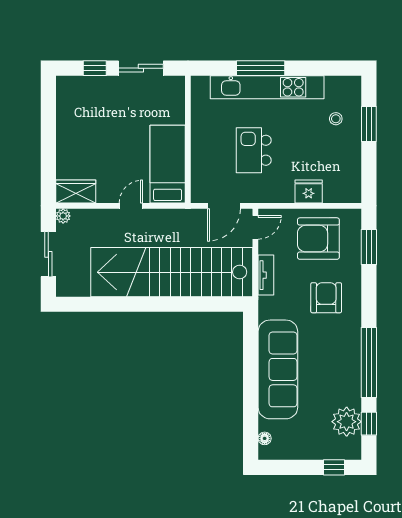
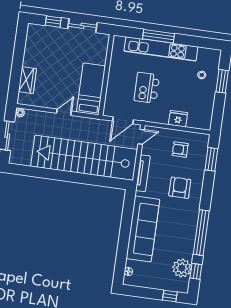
wardrobe: (76, 192) -> (27, 80), moved, turned 90
armchair: (318, 239) -> (180, 149), width x0.53, depth x0.53
tv unit: (266, 275) -> (143, 173), width x1.41

